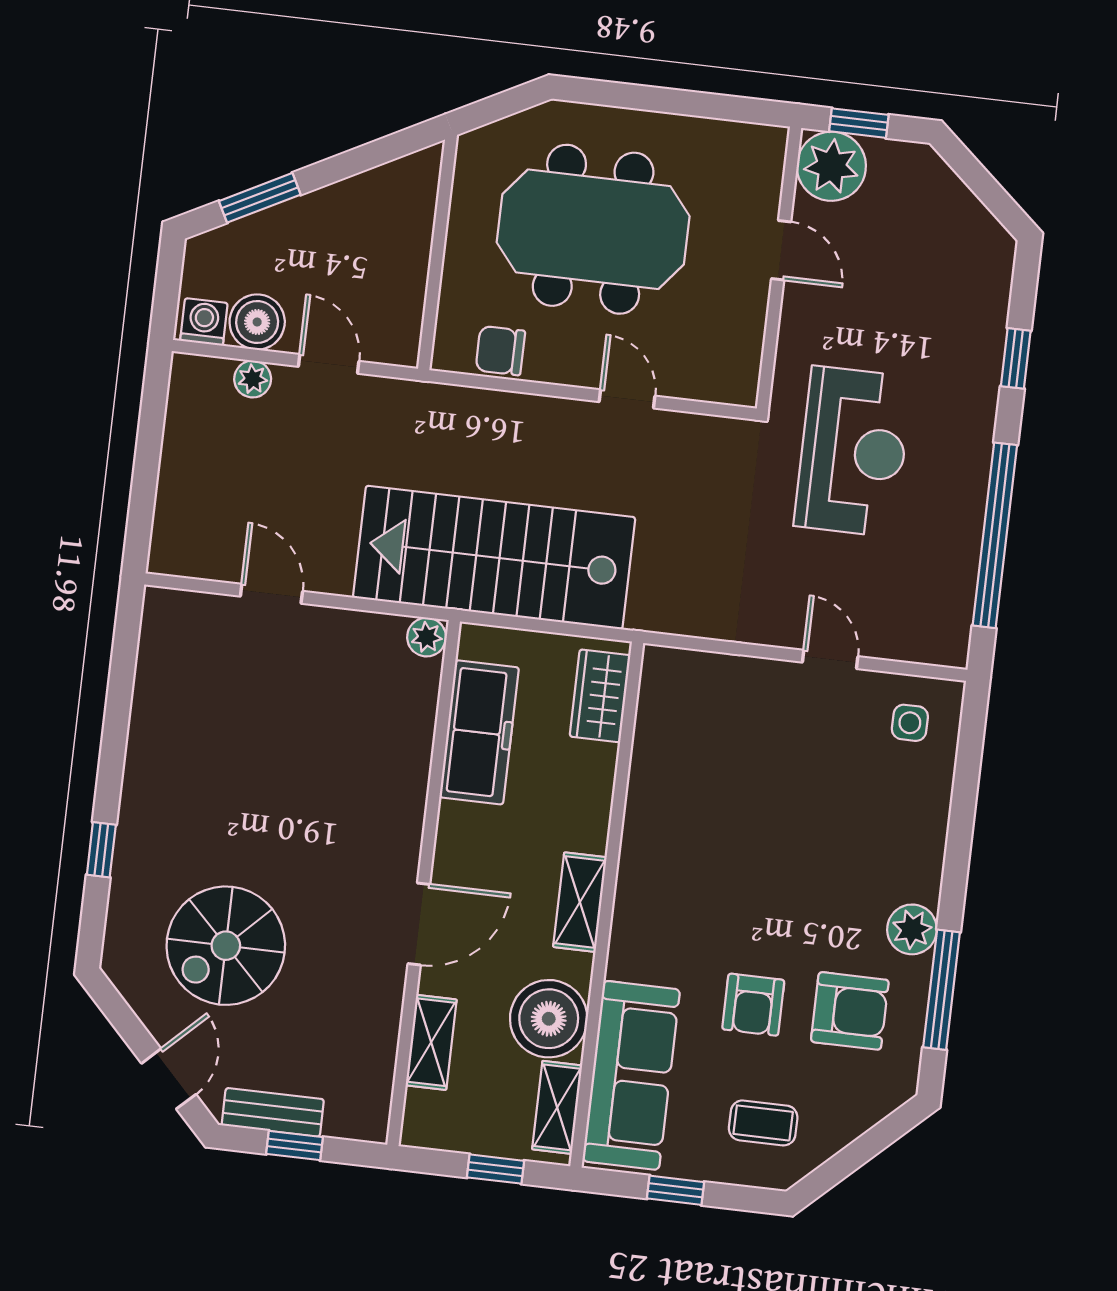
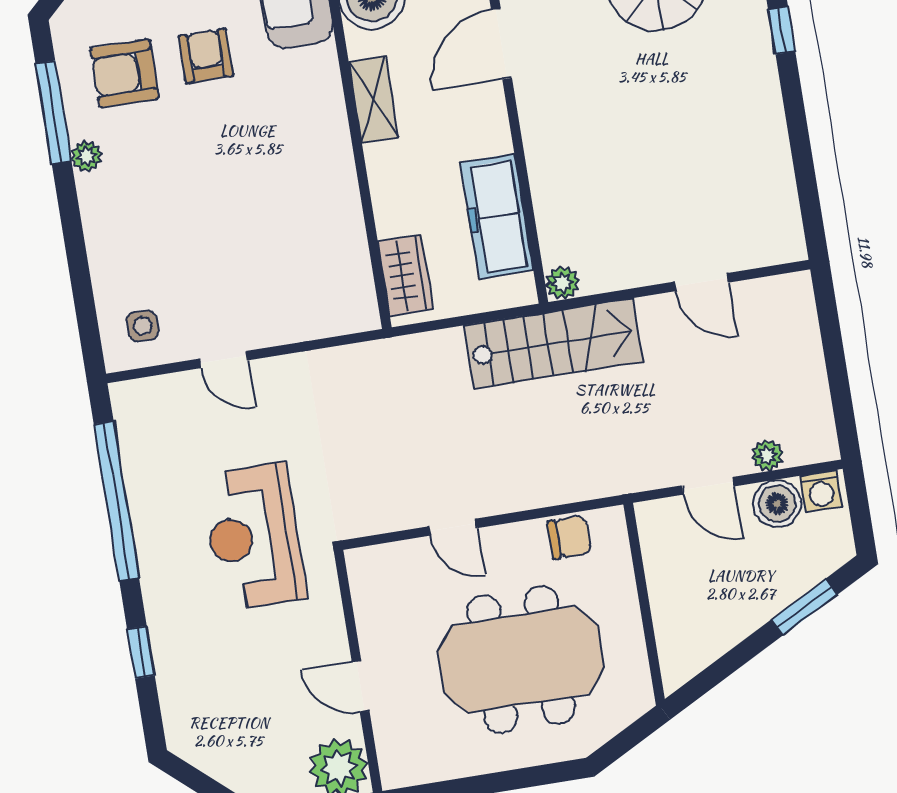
stairs: (494, 557) -> (554, 344), width x0.73, depth x0.66
plant: (912, 929) -> (86, 156), width x0.73, depth x0.73

